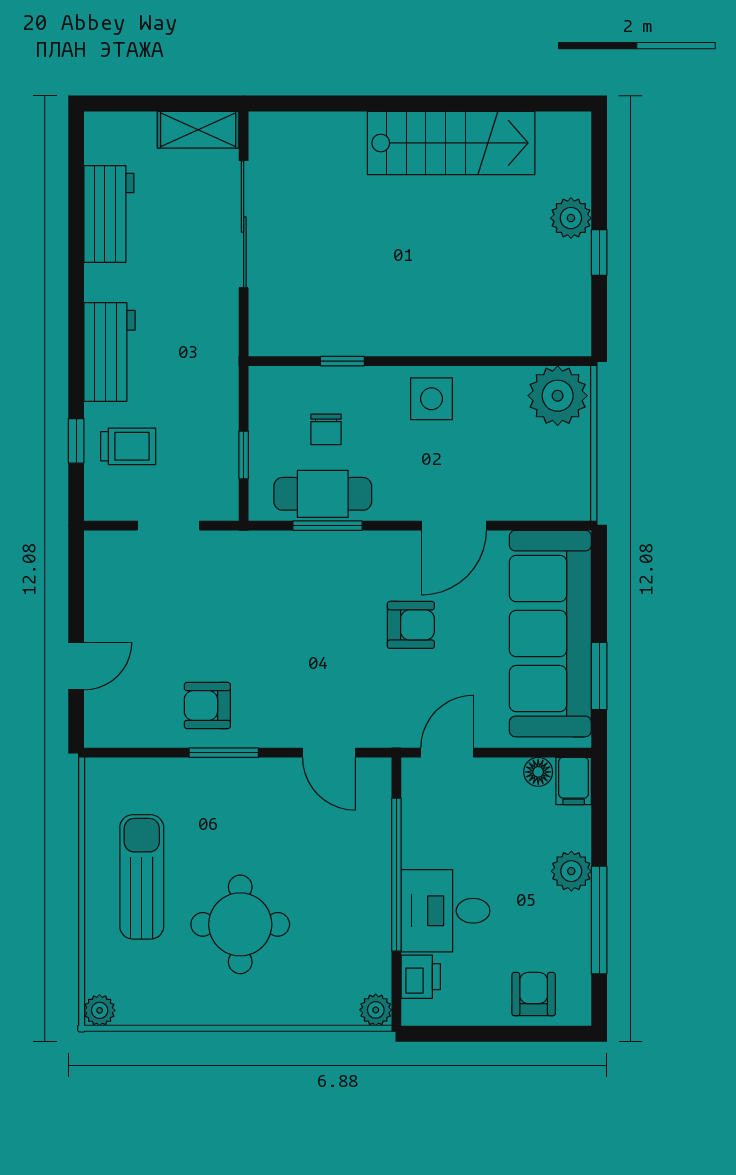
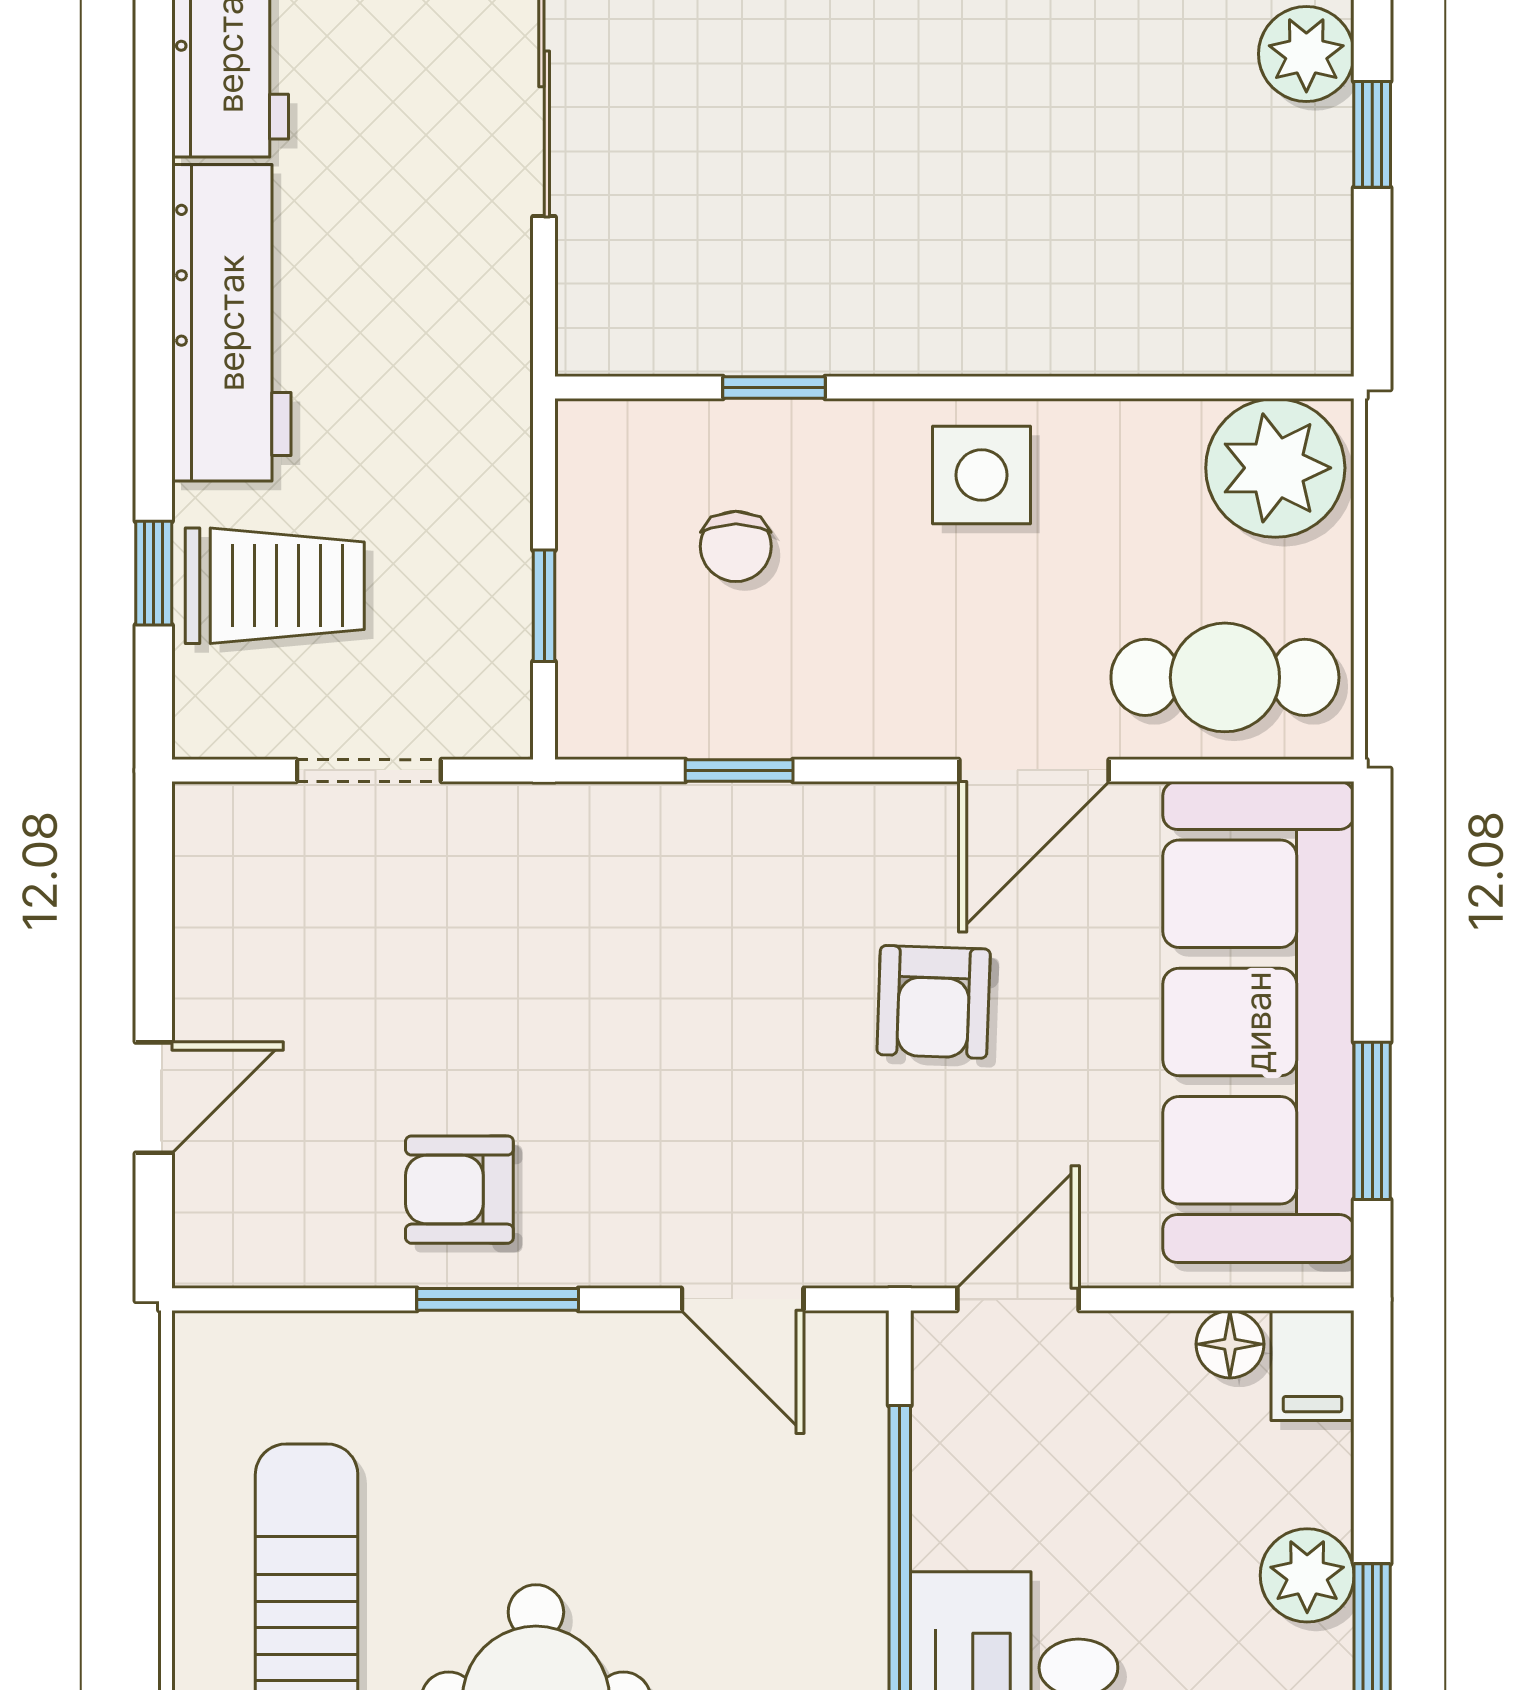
workbench: (109, 352) -> (231, 323), width x1.38
trolley: (128, 446) -> (275, 586), width x1.36, depth x1.39
cafe table: (323, 494) -> (1225, 677), moved
window: (327, 526) -> (739, 770), width x0.67
armchair: (411, 625) -> (934, 1002), turned 92

